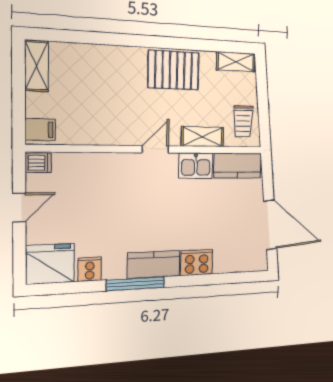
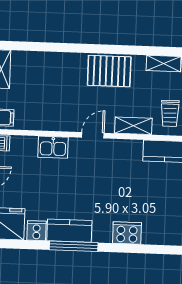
kitchen sink: (196, 166) -> (53, 147), moved
kitchen counter: (154, 264) -> (69, 231), moved

